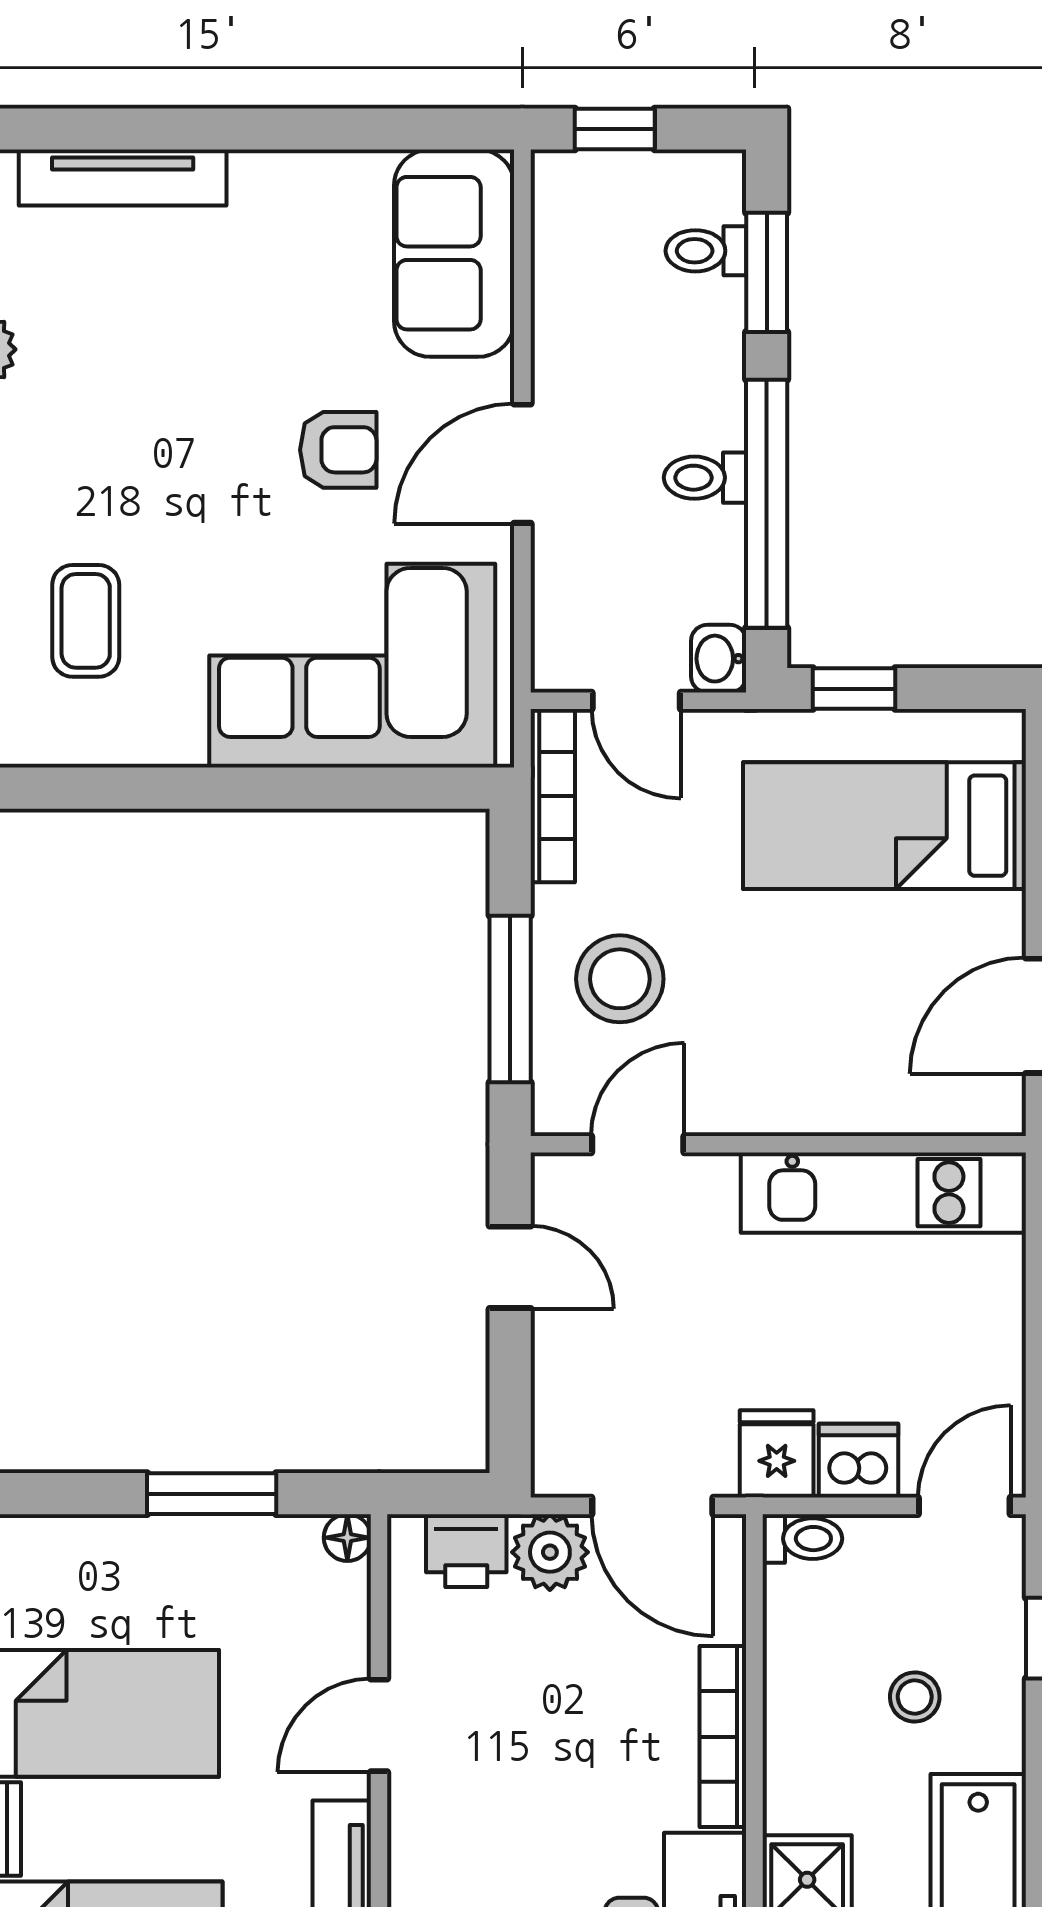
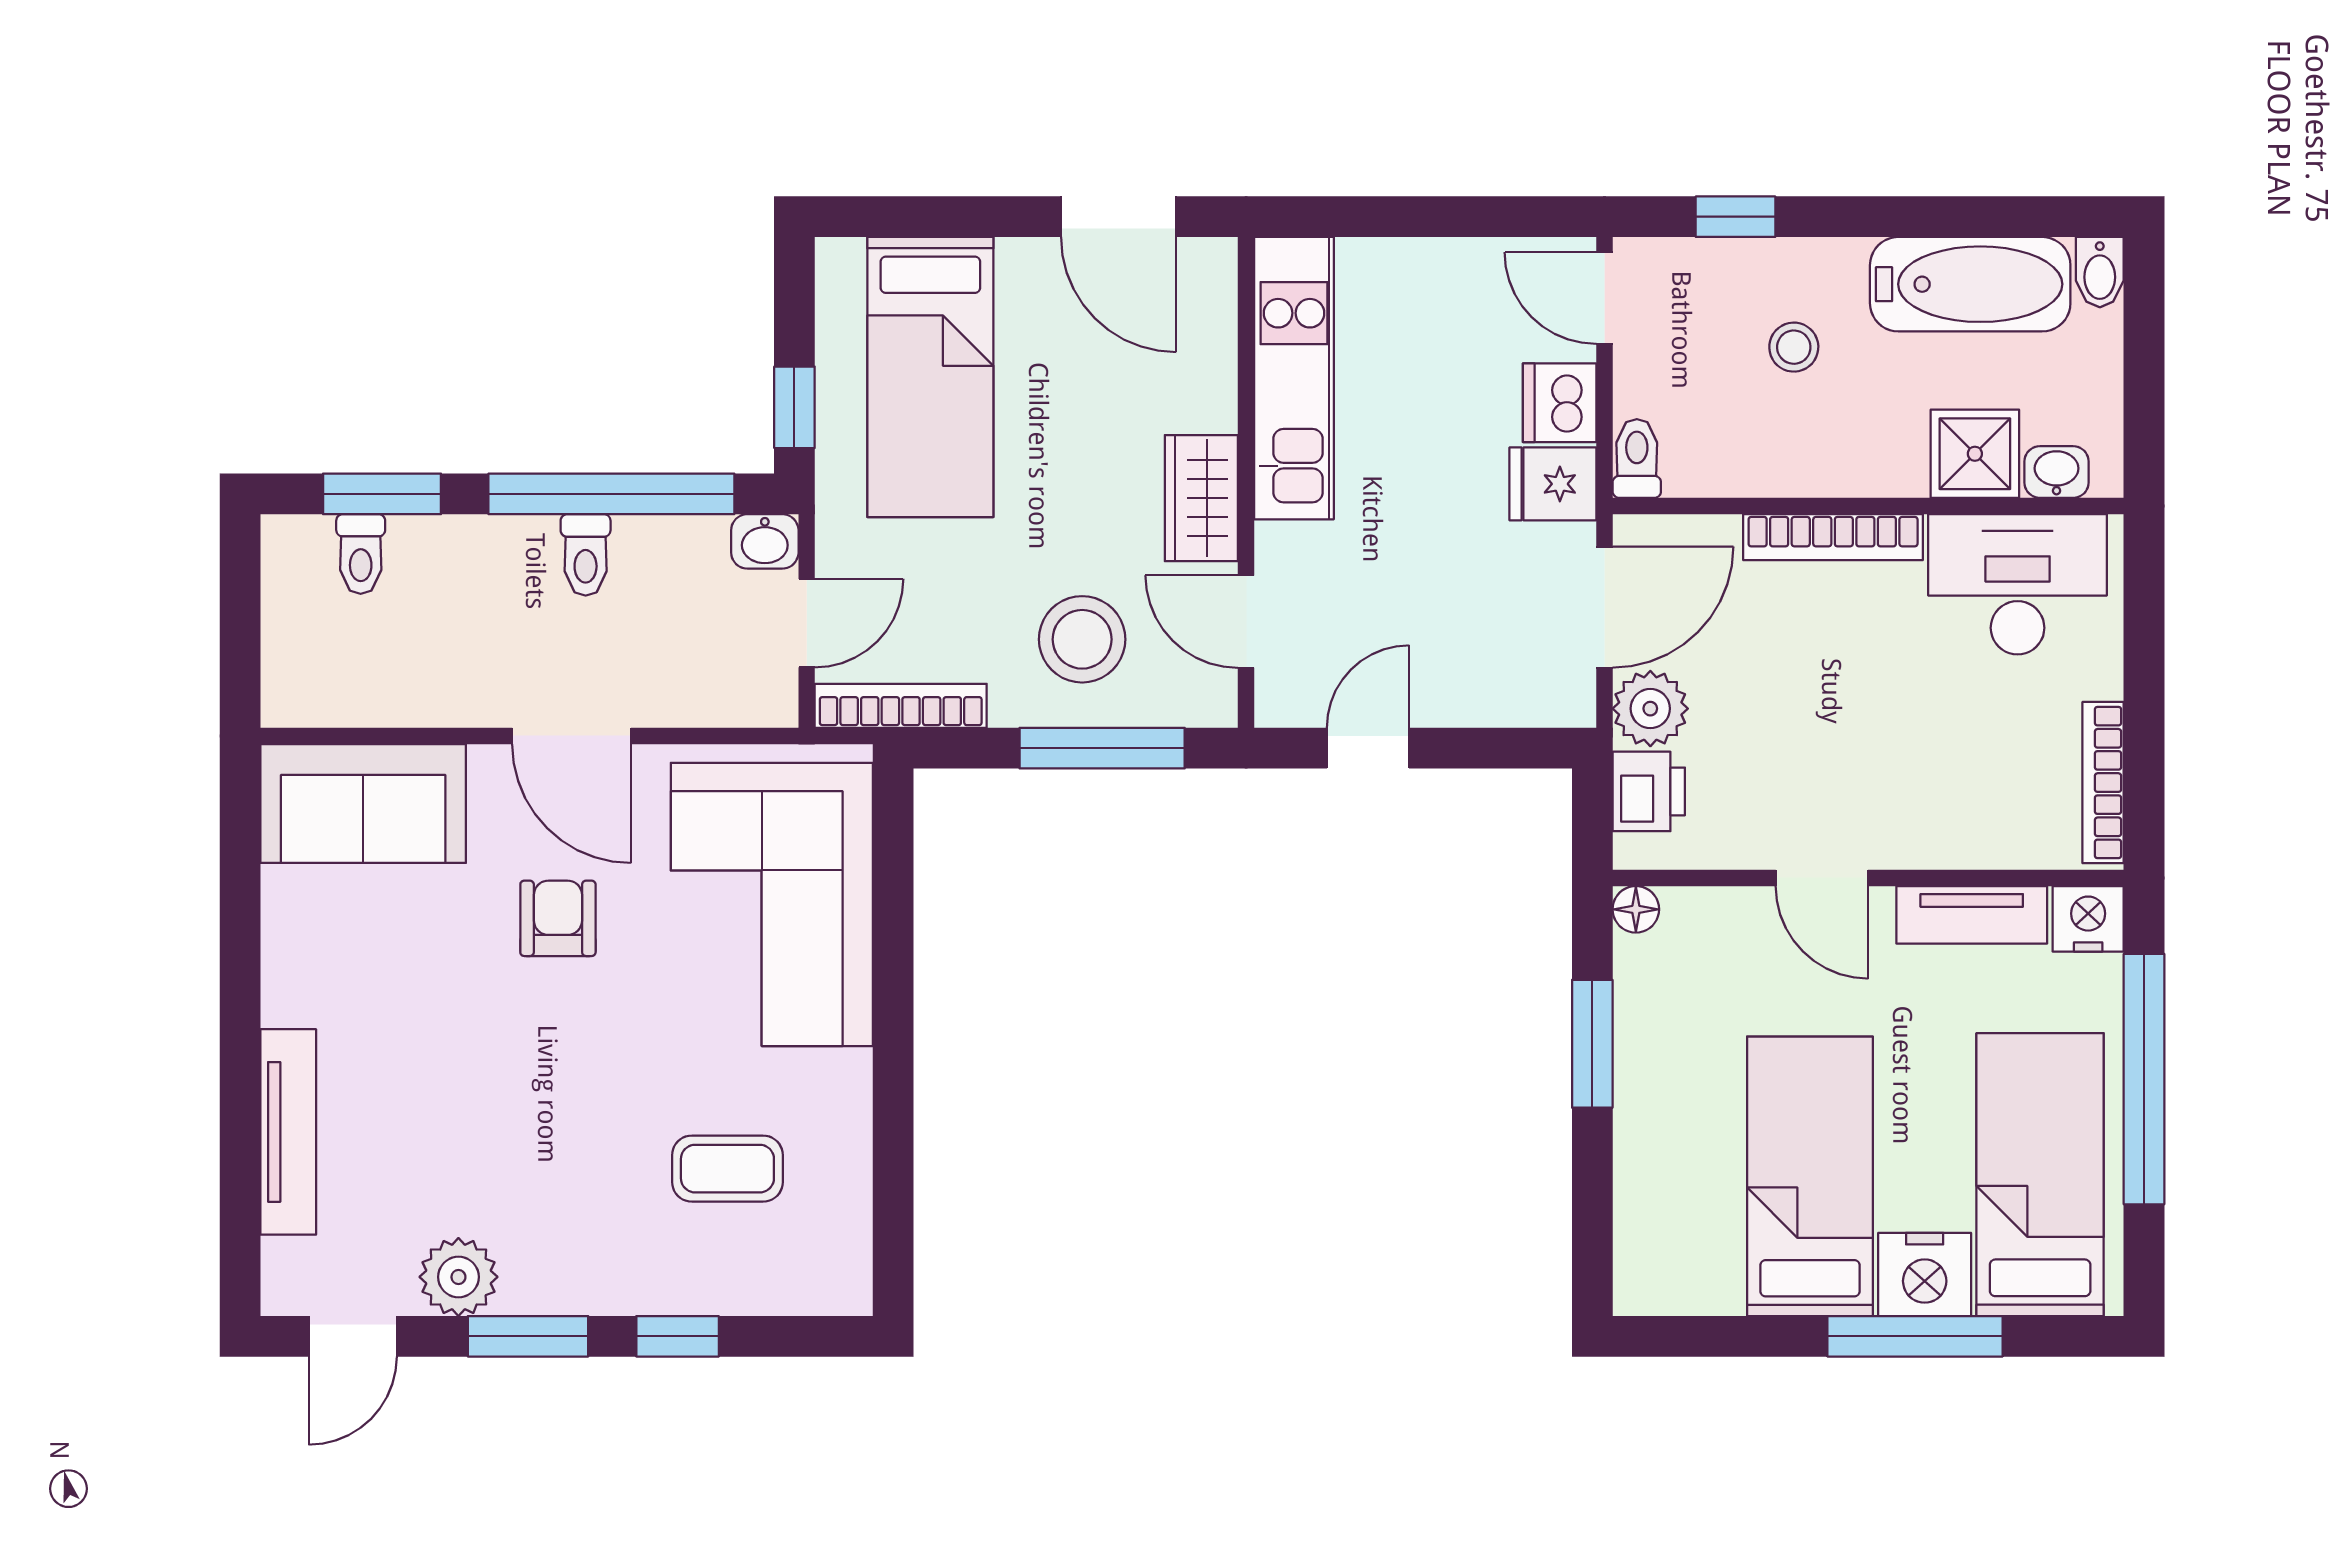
window: (615, 129) -> (240, 644), removed
wardrobe: (762, 1099) -> (1201, 498), added

